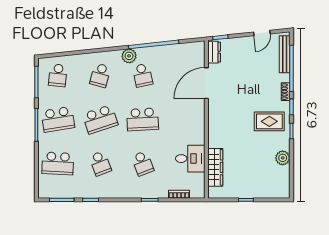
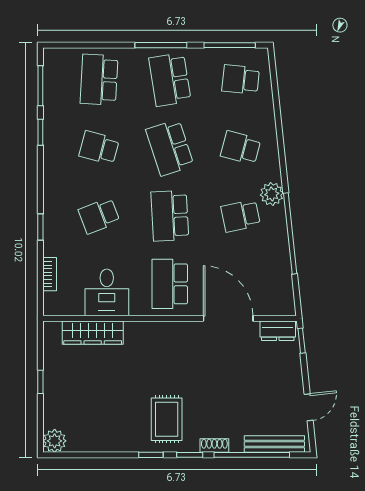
door: (262, 33) -> (309, 407), swing flipped
school desk: (185, 119) -> (170, 284), added
plant: (283, 158) -> (55, 441), moved
school desk: (100, 163) -> (99, 148), turned 36

